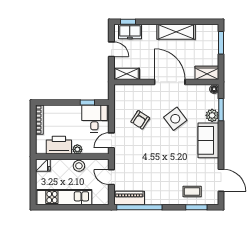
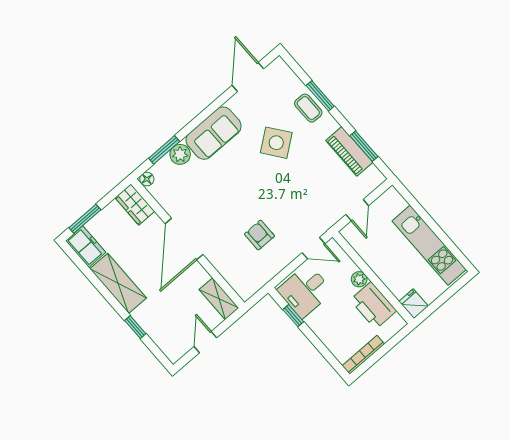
window: (128, 22) -> (135, 327), moved
freezer: (130, 32) -> (86, 247), moved
side table: (175, 119) -> (276, 143), moved
armchair: (140, 120) -> (259, 235), turned -123
stool: (79, 166) -> (377, 260), removed
coffee table: (192, 191) -> (308, 108), moved
piano: (129, 198) -> (349, 151), moved
window: (139, 207) -> (364, 146), width x0.47
window: (196, 207) -> (320, 96), moved

